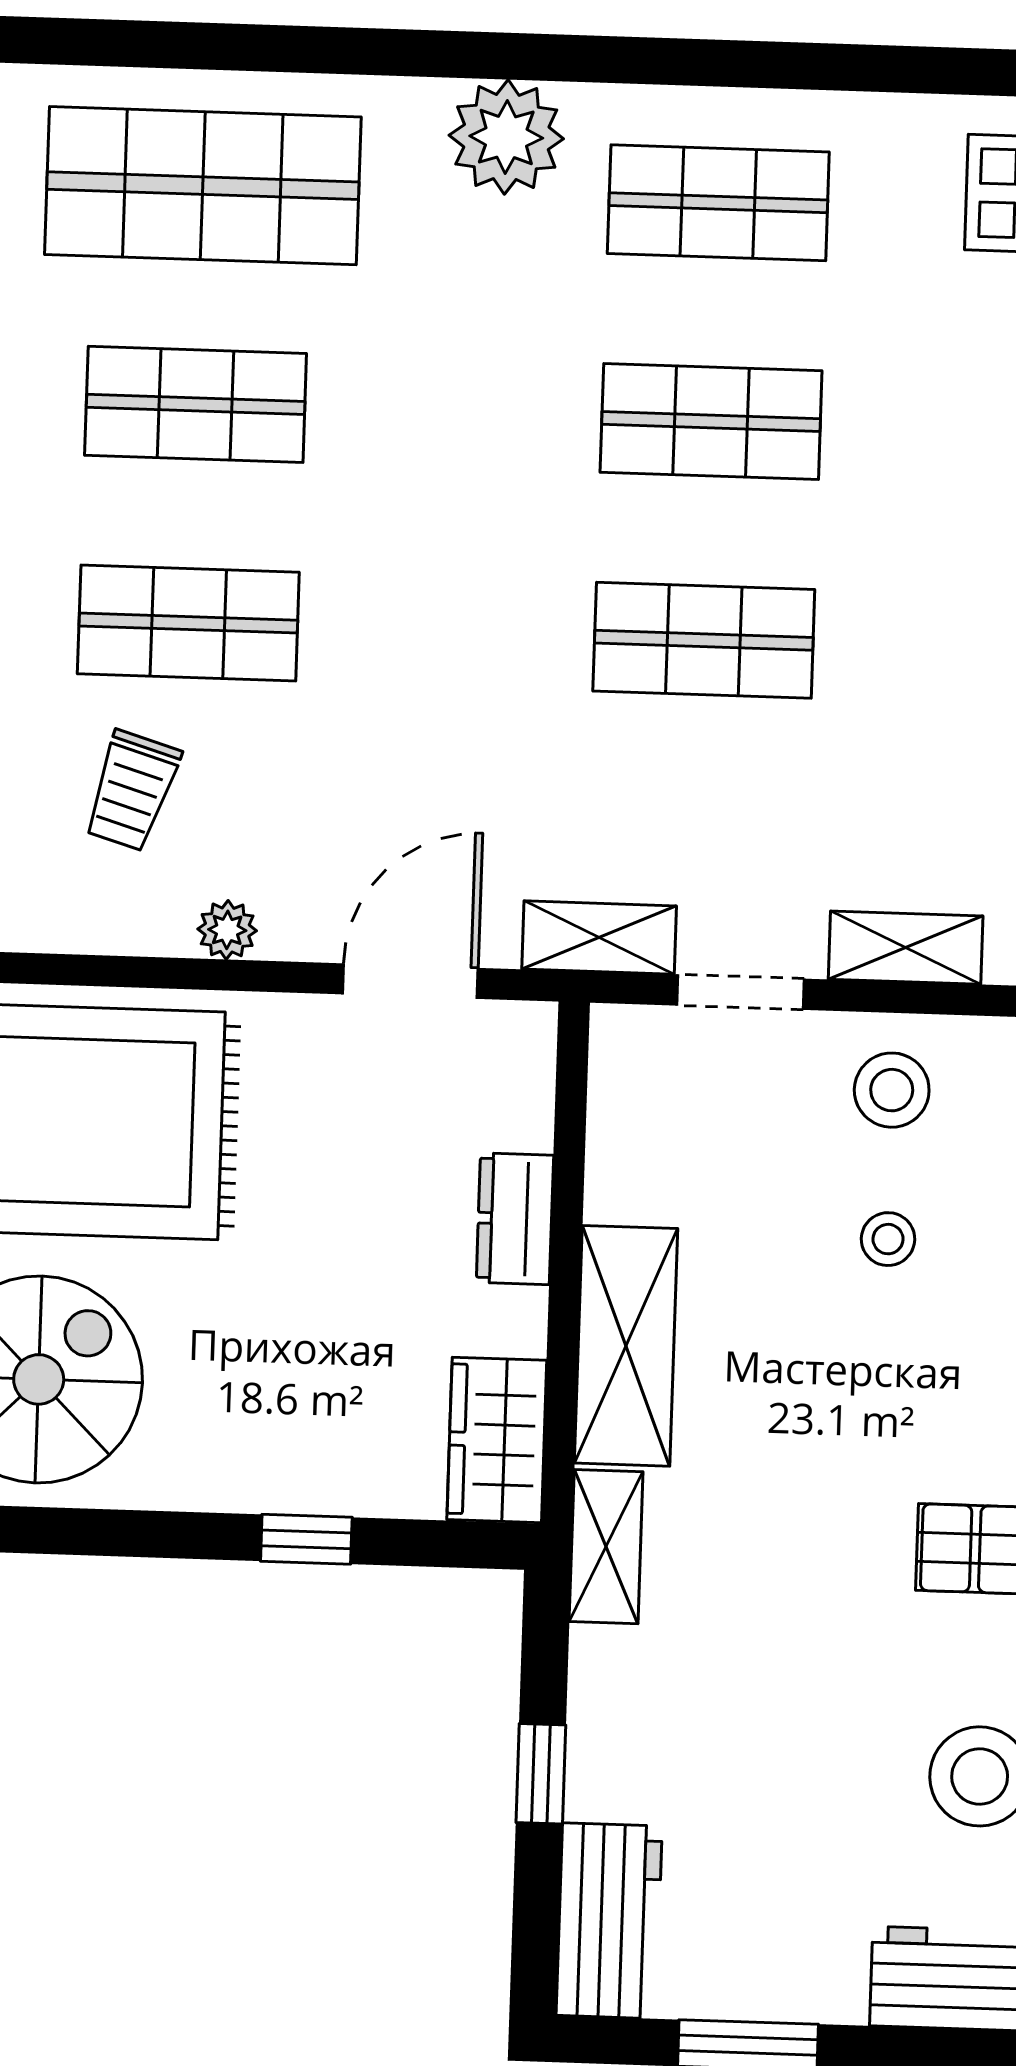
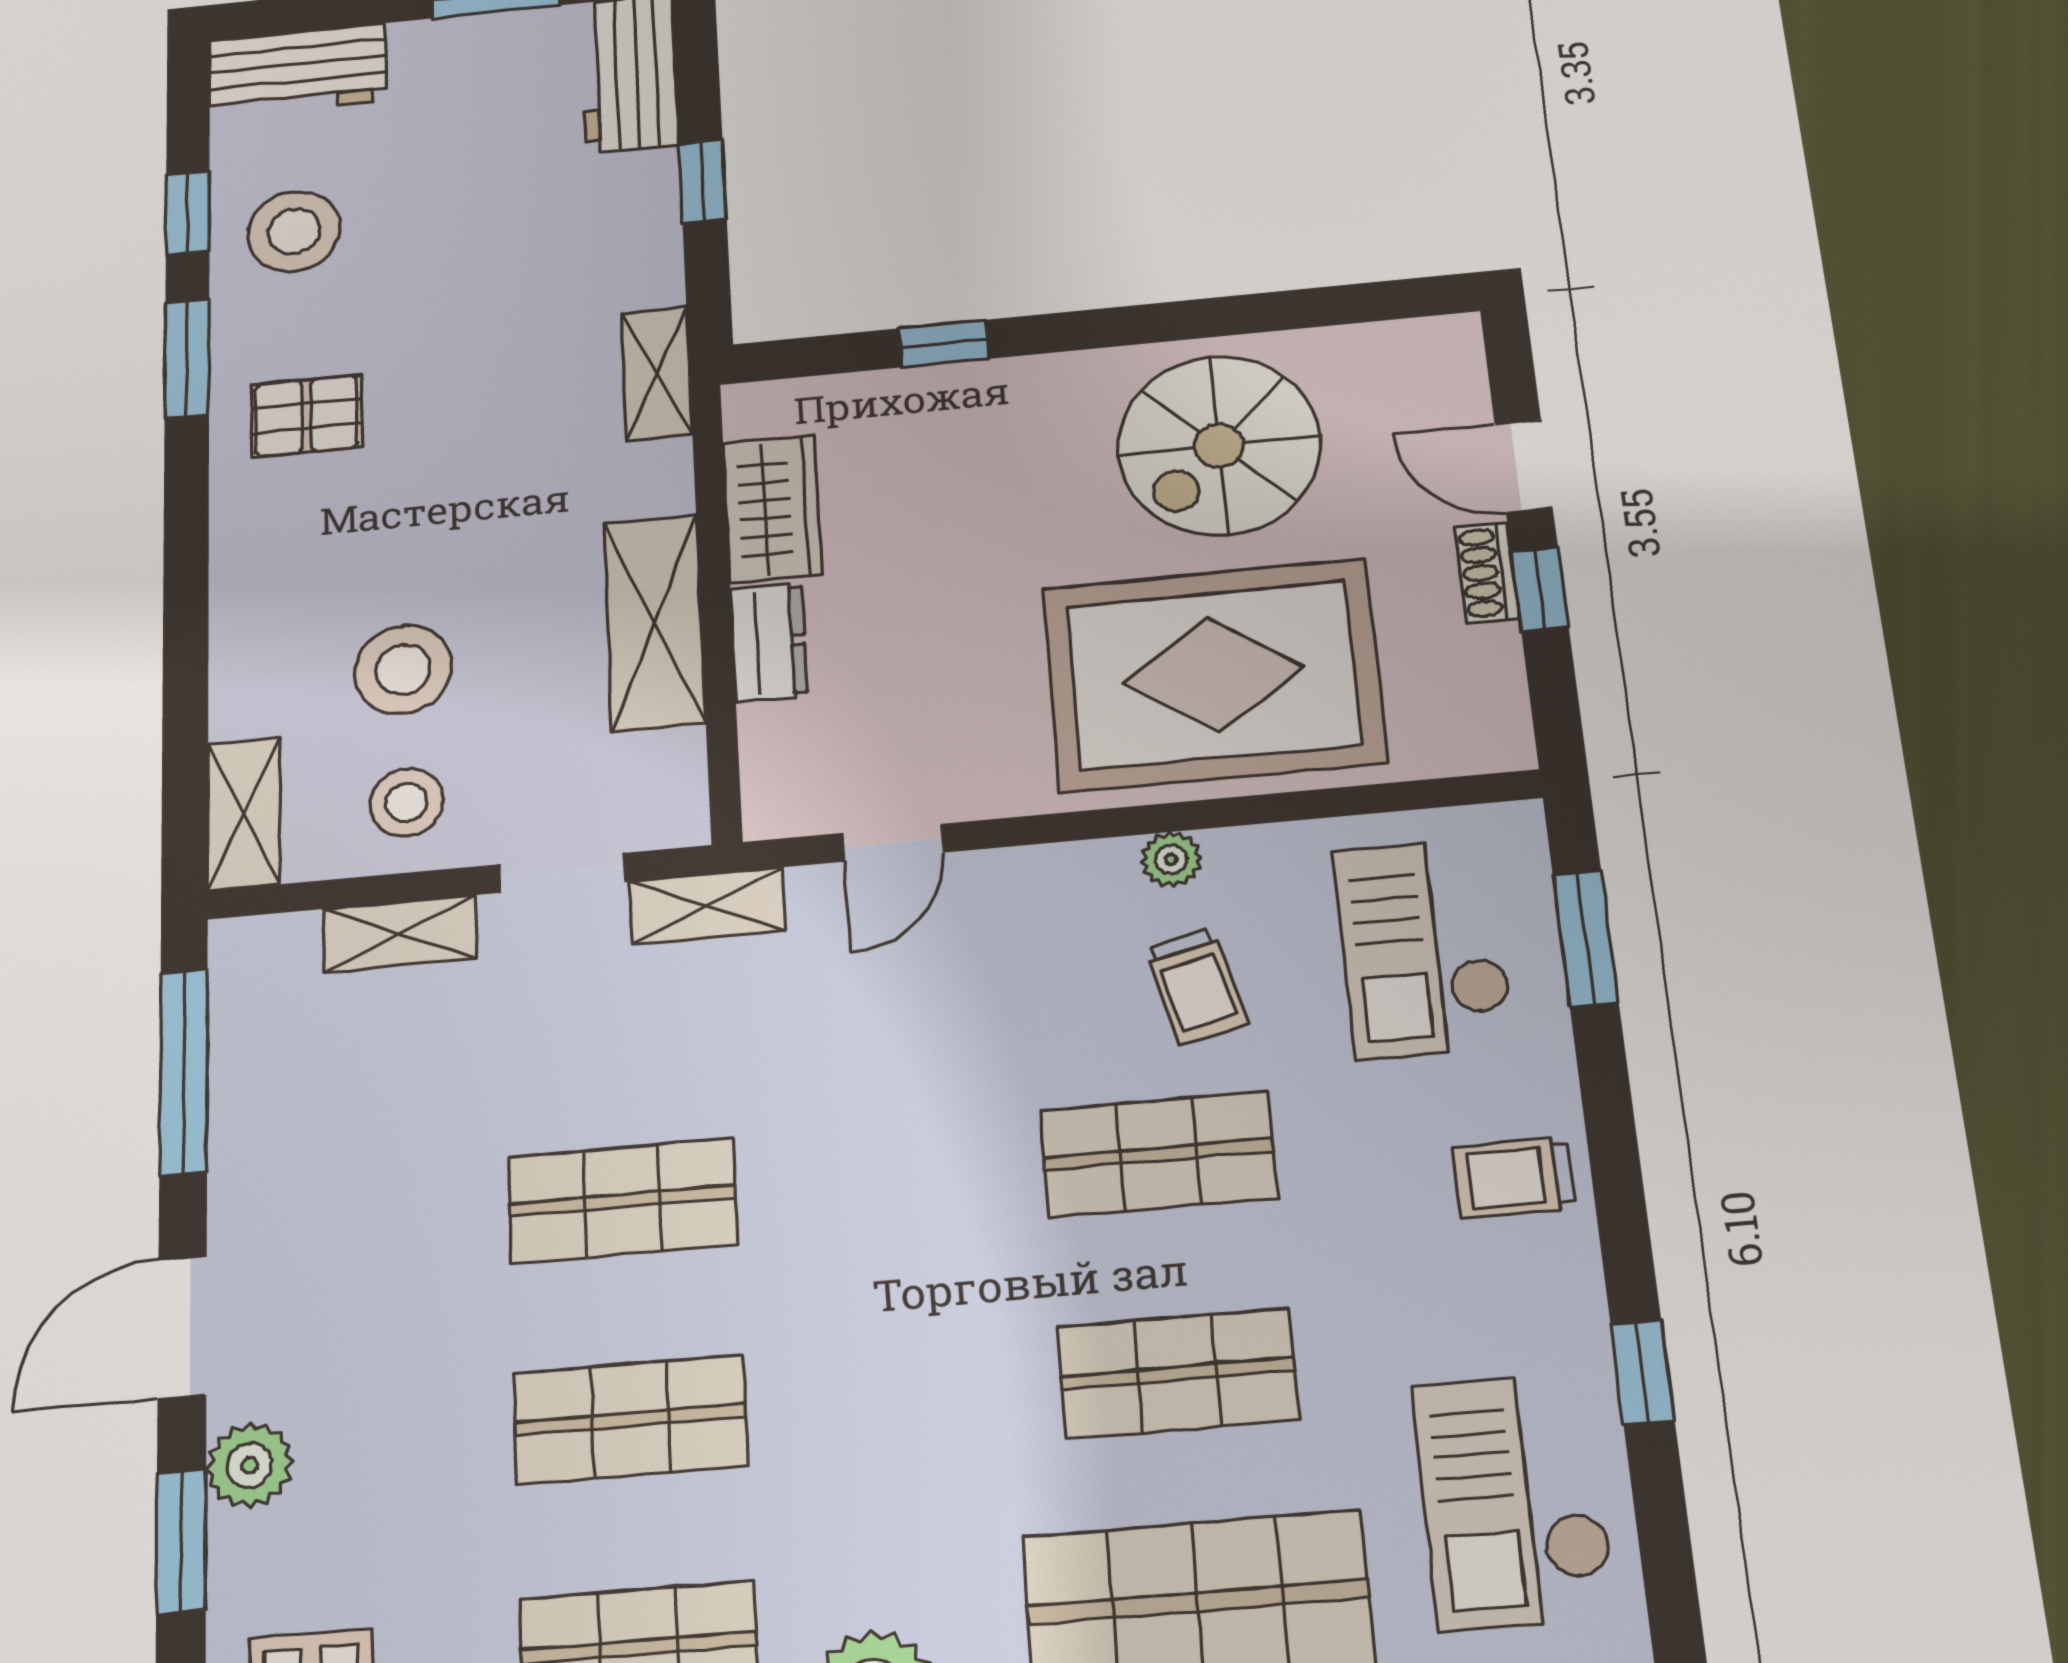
trolley: (132, 791) -> (1196, 986), turned 149
plant: (227, 930) -> (1171, 859), moved
door: (410, 981) -> (893, 843), width x0.73
stool: (888, 1239) -> (403, 670), width x1.89, depth x1.89
shelving: (626, 1346) -> (654, 623), moved
wardrobe: (497, 1440) -> (772, 509), moved

